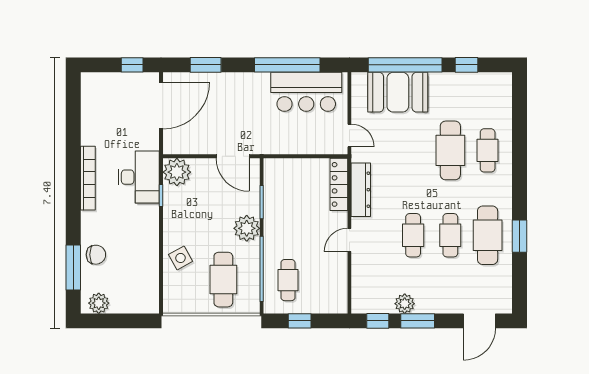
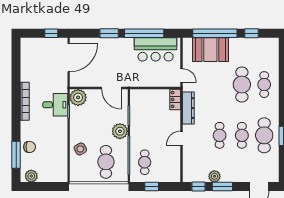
window: (206, 65) -> (109, 33), moved
desk: (139, 177) -> (55, 105), width x0.73
locker: (339, 184) -> (175, 99), width x0.66

